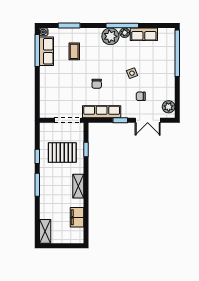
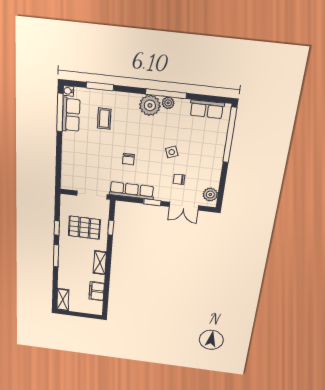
row of seats: (144, 34) -> (207, 109), moved

